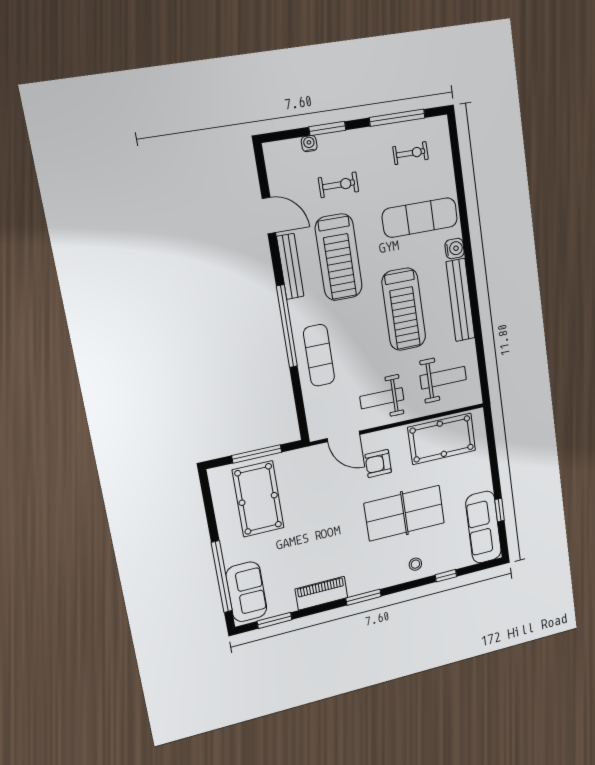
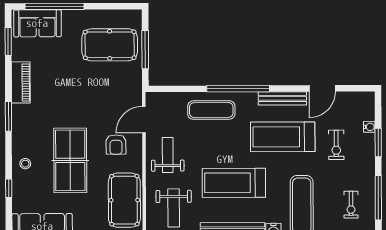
armchair: (378, 464) -> (116, 145), turned 180

